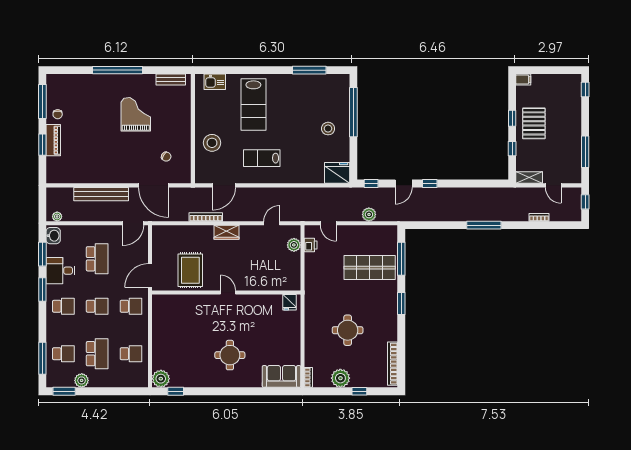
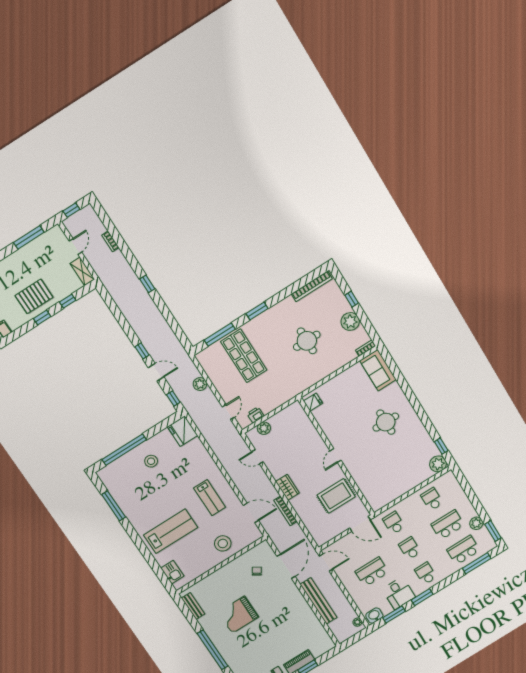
window: (484, 225) -> (147, 284), width x0.46
school desk: (63, 354) -> (463, 550), width x1.85

